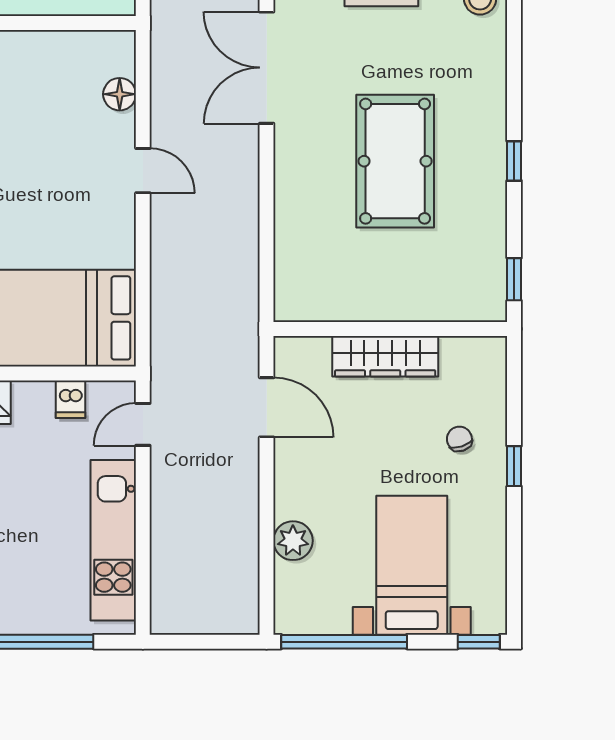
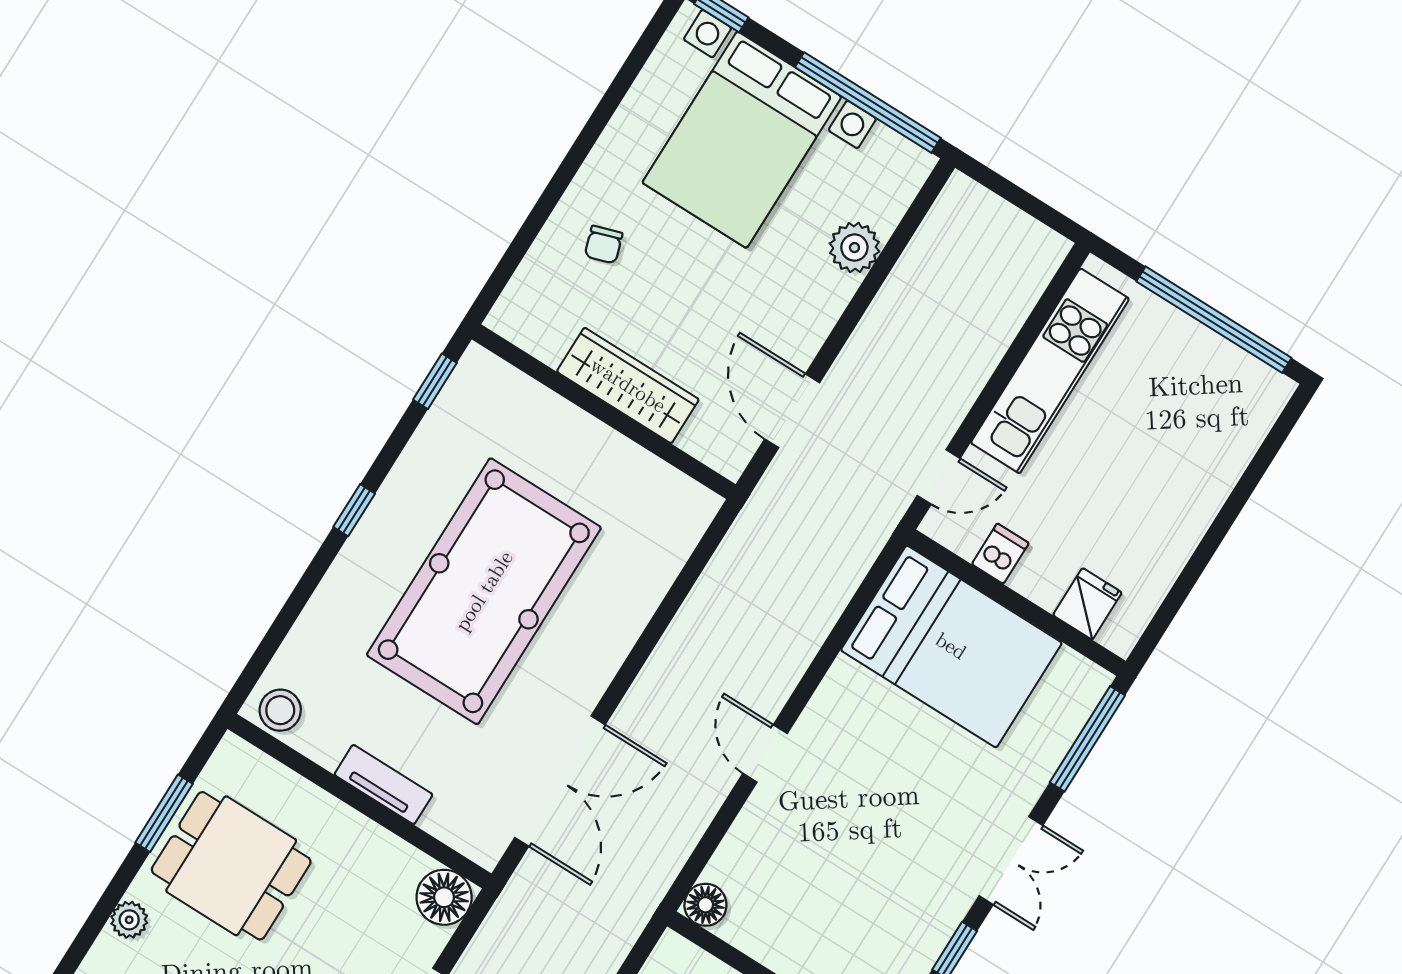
floor lamp: (120, 94) -> (705, 905), moved
pool table: (395, 161) -> (484, 591), width x1.36, depth x1.32
window: (514, 466) -> (563, 178), removed
bed with nightstands: (412, 565) -> (742, 140), width x1.36

